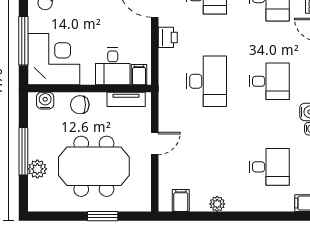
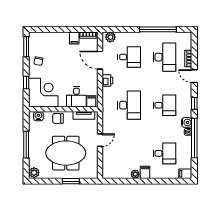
window: (23, 41) -> (26, 82), width x0.46
plant: (37, 169) -> (34, 173), moved
filing cabinet: (181, 200) -> (145, 172), moved

